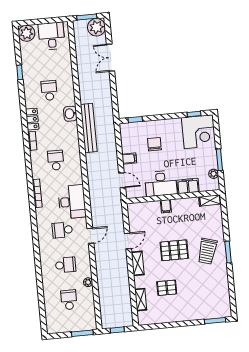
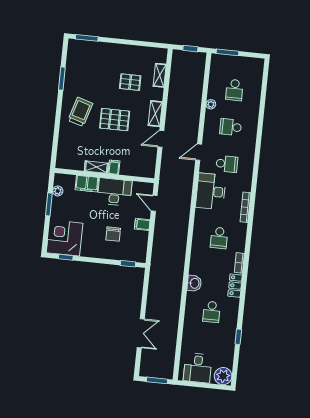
plant: (96, 27) -> (149, 368), removed
bench: (89, 128) -> (178, 265), removed
shelving: (210, 200) -> (96, 167), moved
window: (228, 252) -> (62, 78), moved

